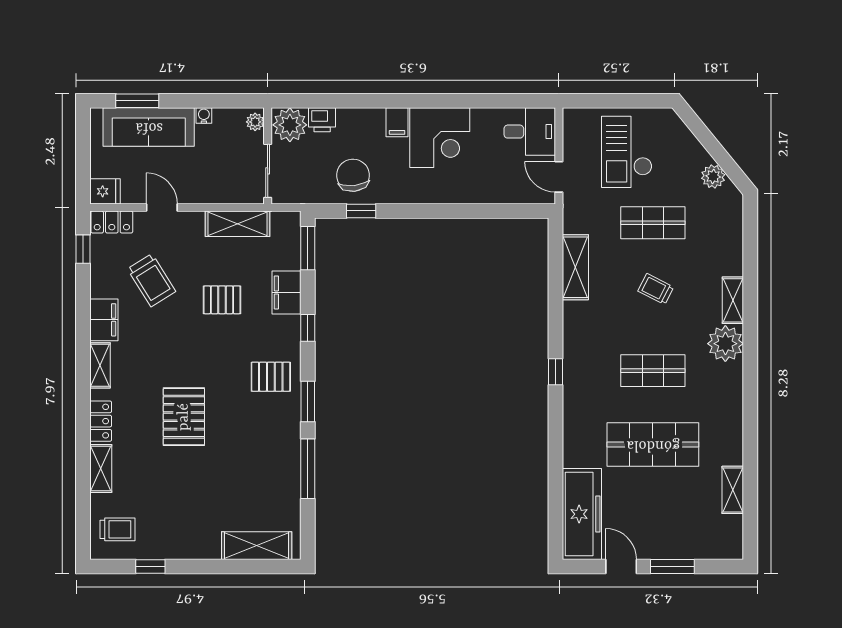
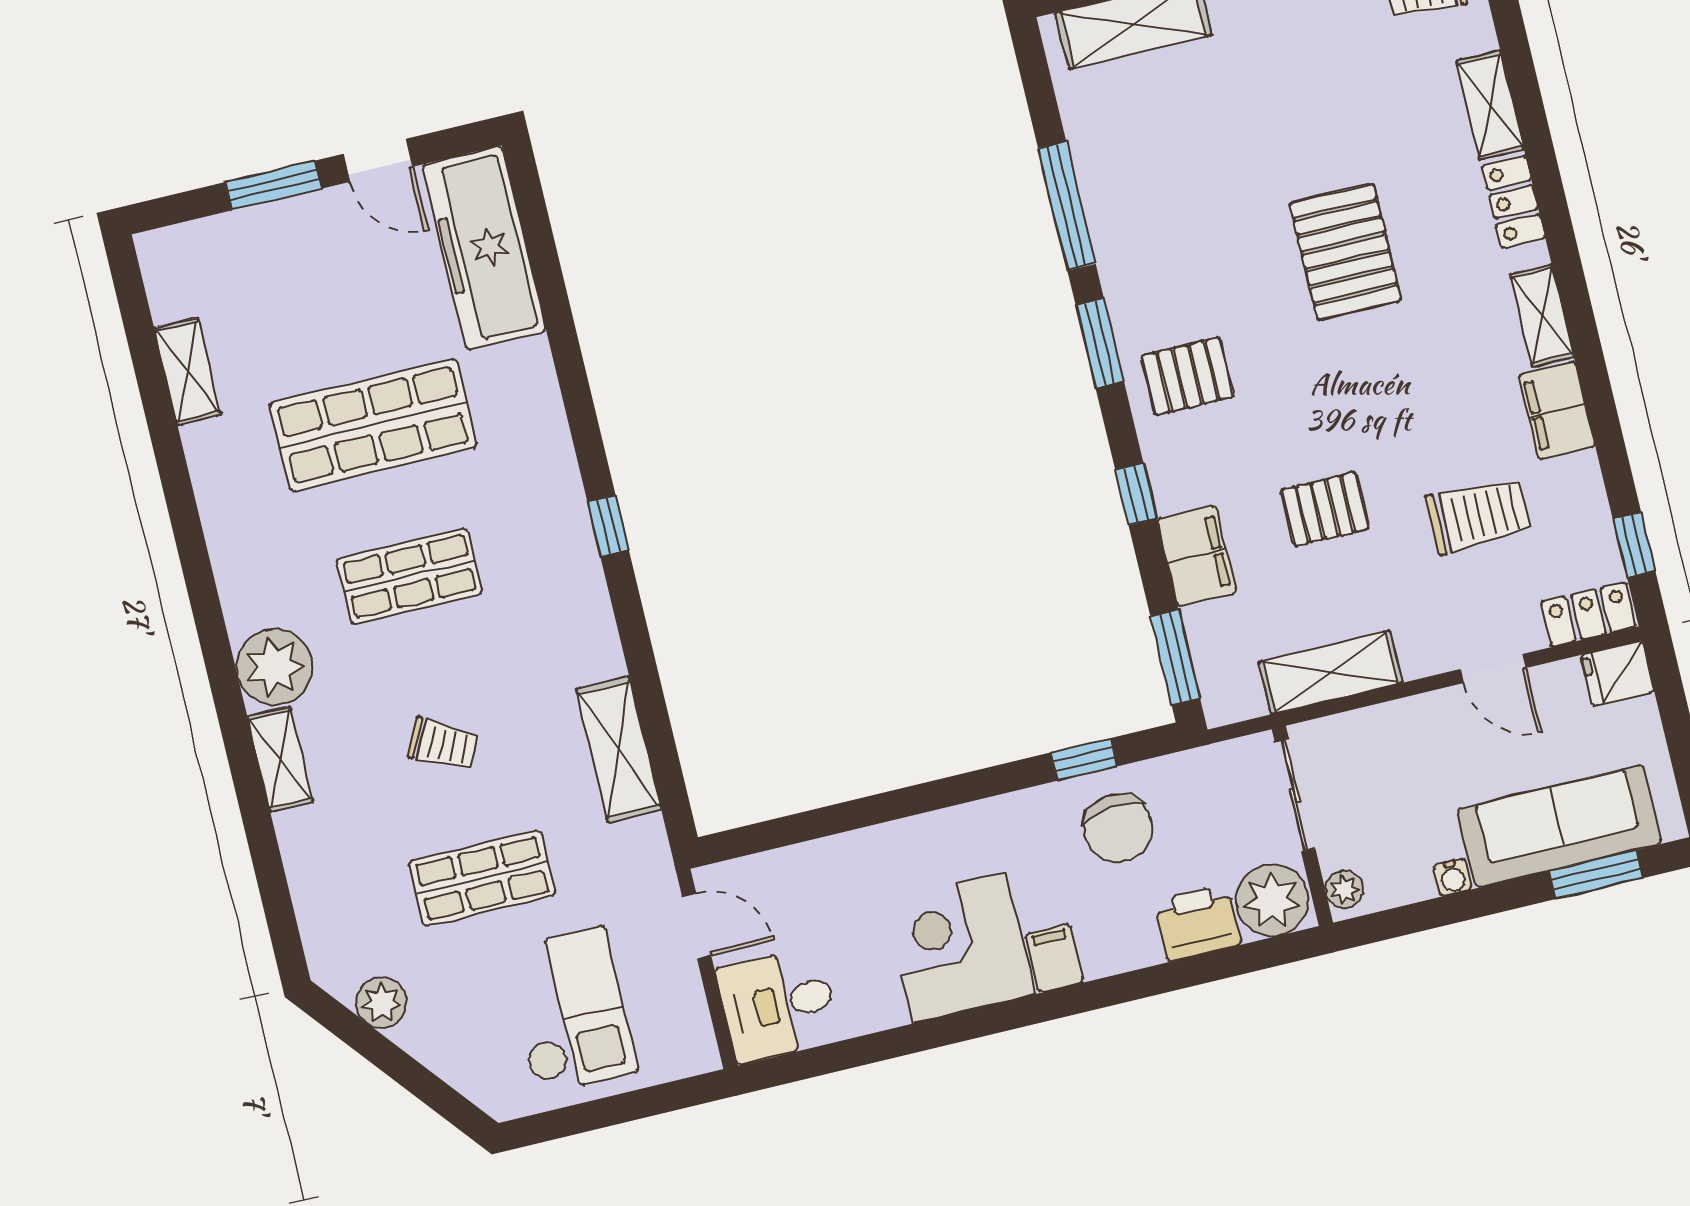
printer: (322, 120) -> (1197, 923), width x1.36, depth x1.24
trolley: (152, 280) -> (1479, 515), turned 122

